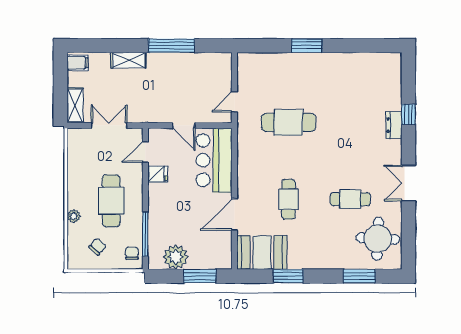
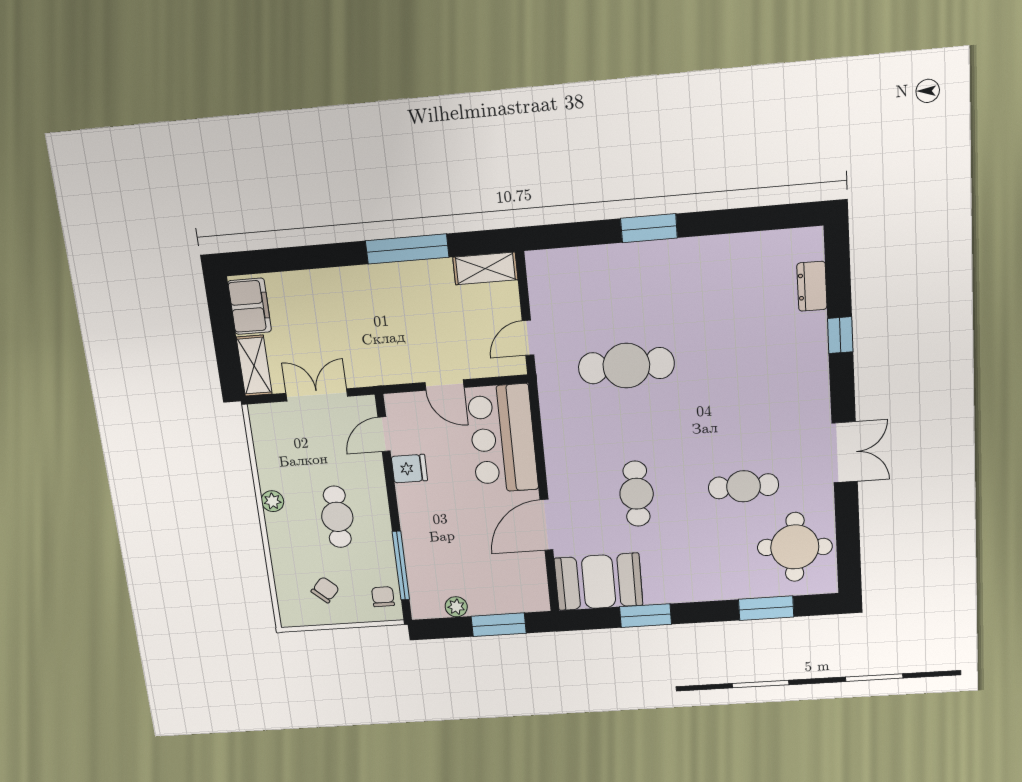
shelving: (129, 60) -> (485, 268), moved
filing cabinet: (78, 63) -> (250, 306), width x2.00
dresser: (394, 125) -> (812, 286), moved
double door: (408, 183) -> (845, 452), swing flipped
cafe table: (111, 201) -> (337, 517), width x0.73, depth x0.74
plant: (74, 216) -> (272, 501), moved
plant: (176, 257) -> (456, 607), width x0.53, depth x0.53

